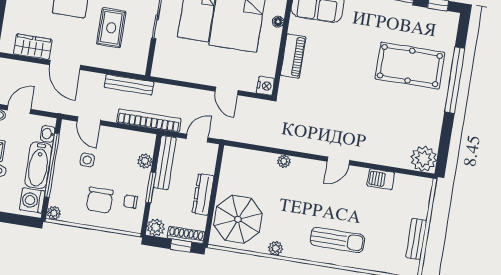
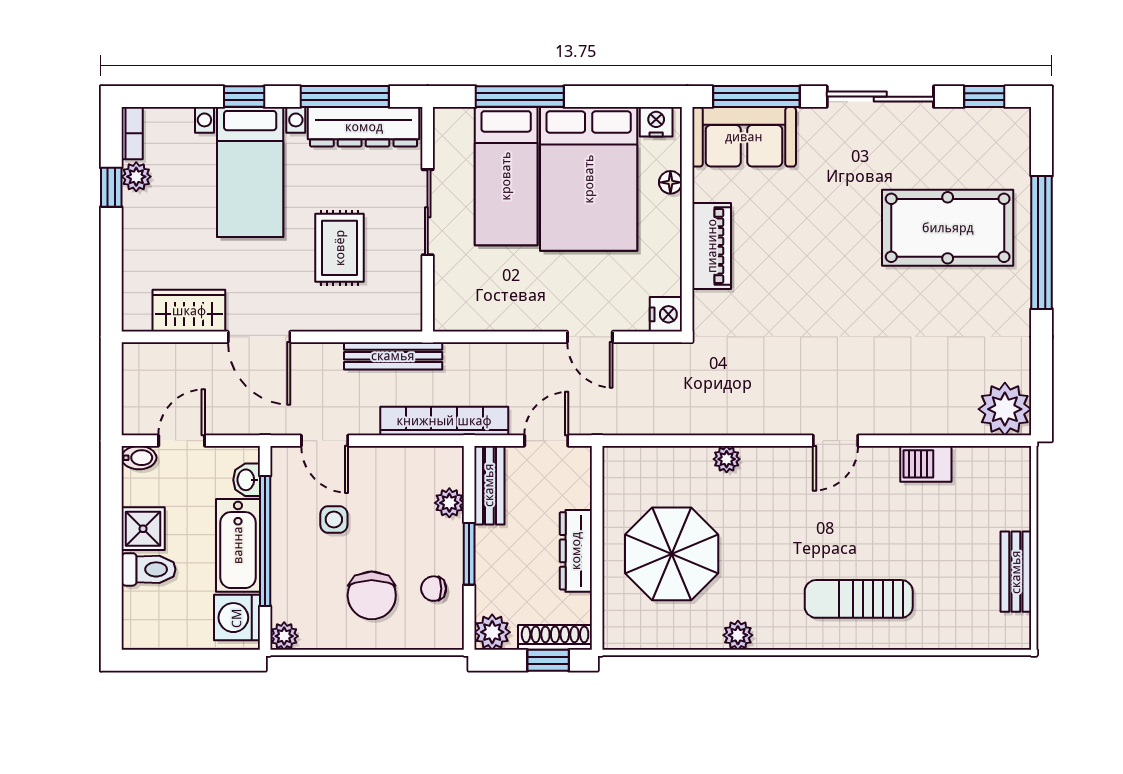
bench: (165, 163) -> (489, 485), width x0.73
parasol: (238, 219) -> (672, 554), moved
sun lounger: (337, 240) -> (859, 599), turned 180

